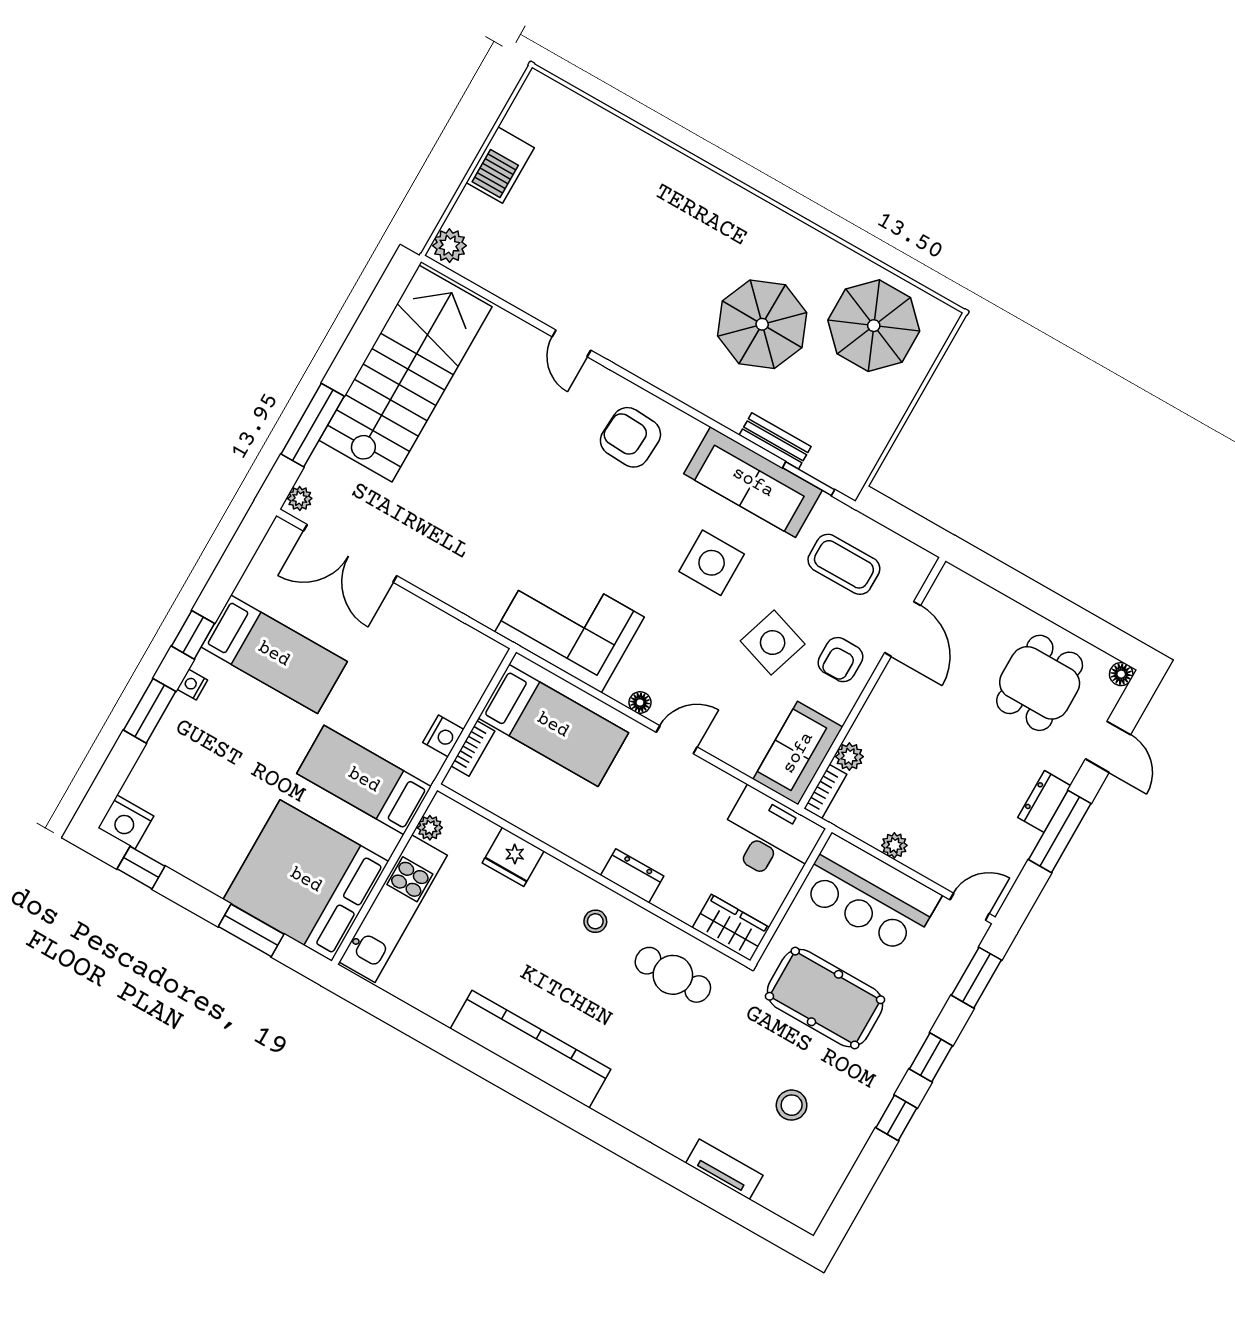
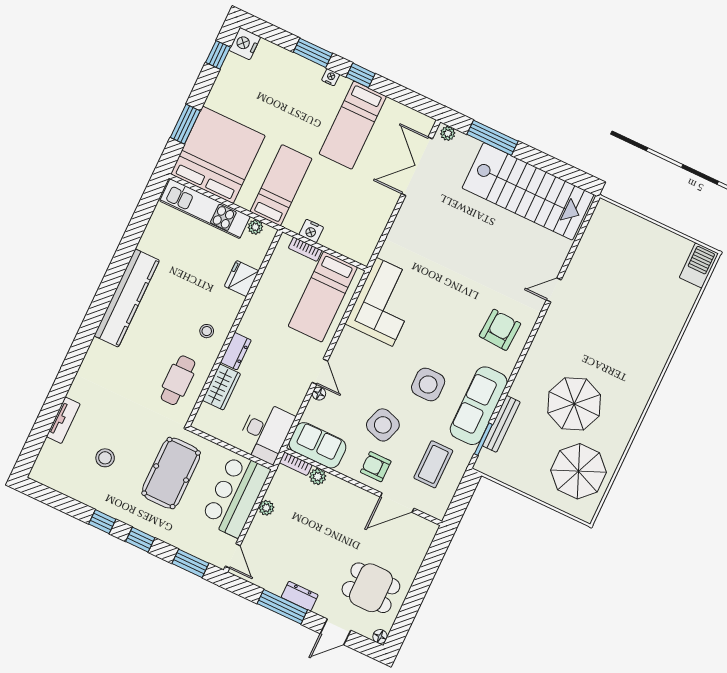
barbecue: (500, 165) -> (699, 265), moved, turned 90
plant: (449, 246) -> (607, 212), removed
bench: (775, 441) -> (501, 424), width x1.36
floor lamp: (640, 703) -> (319, 394), moved
wardrobe: (731, 928) -> (221, 387), moved

